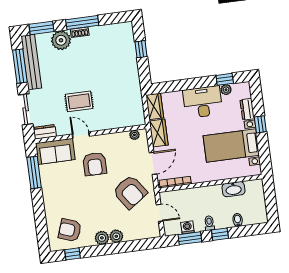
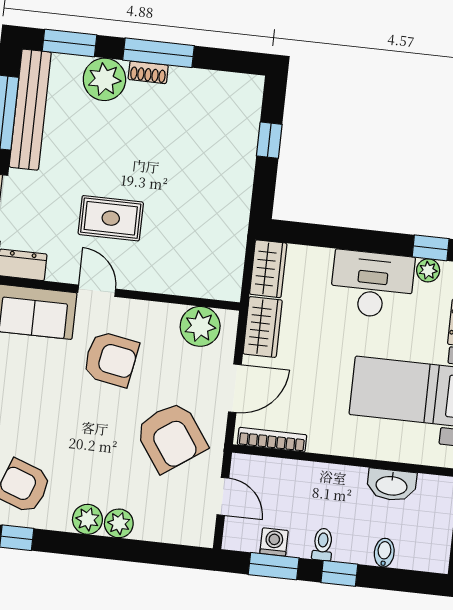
plant: (134, 135) -> (200, 326), width x1.88, depth x1.88
armchair: (95, 164) -> (111, 359), turned -80

